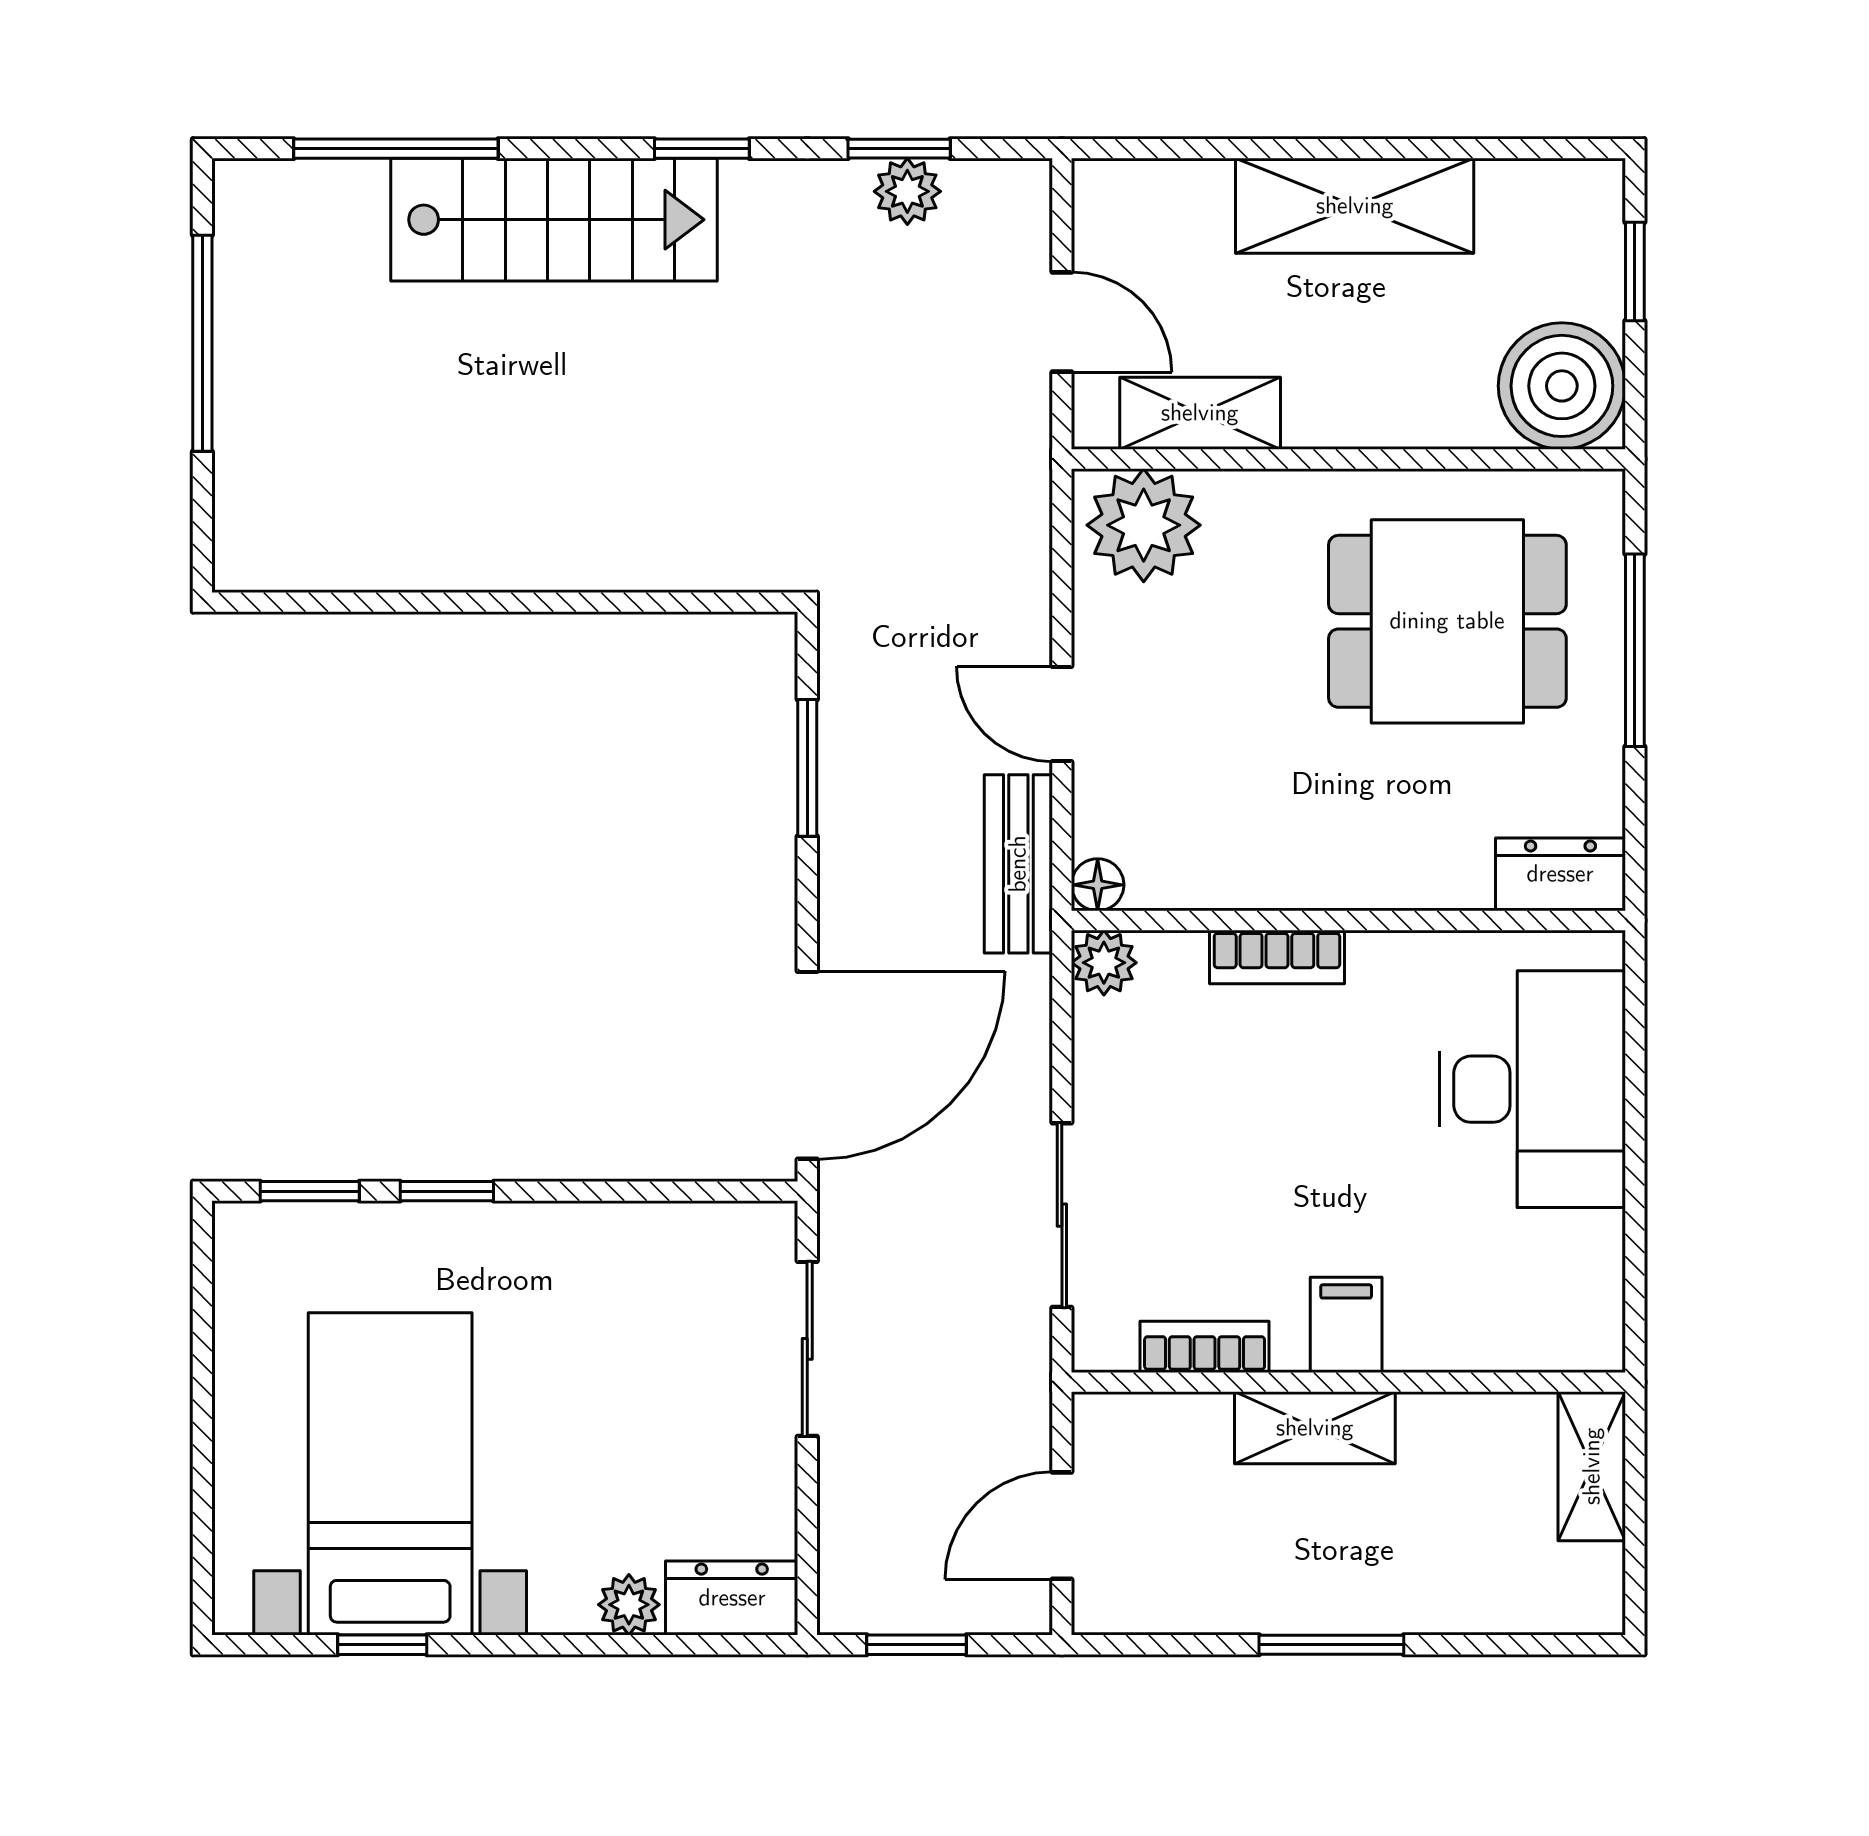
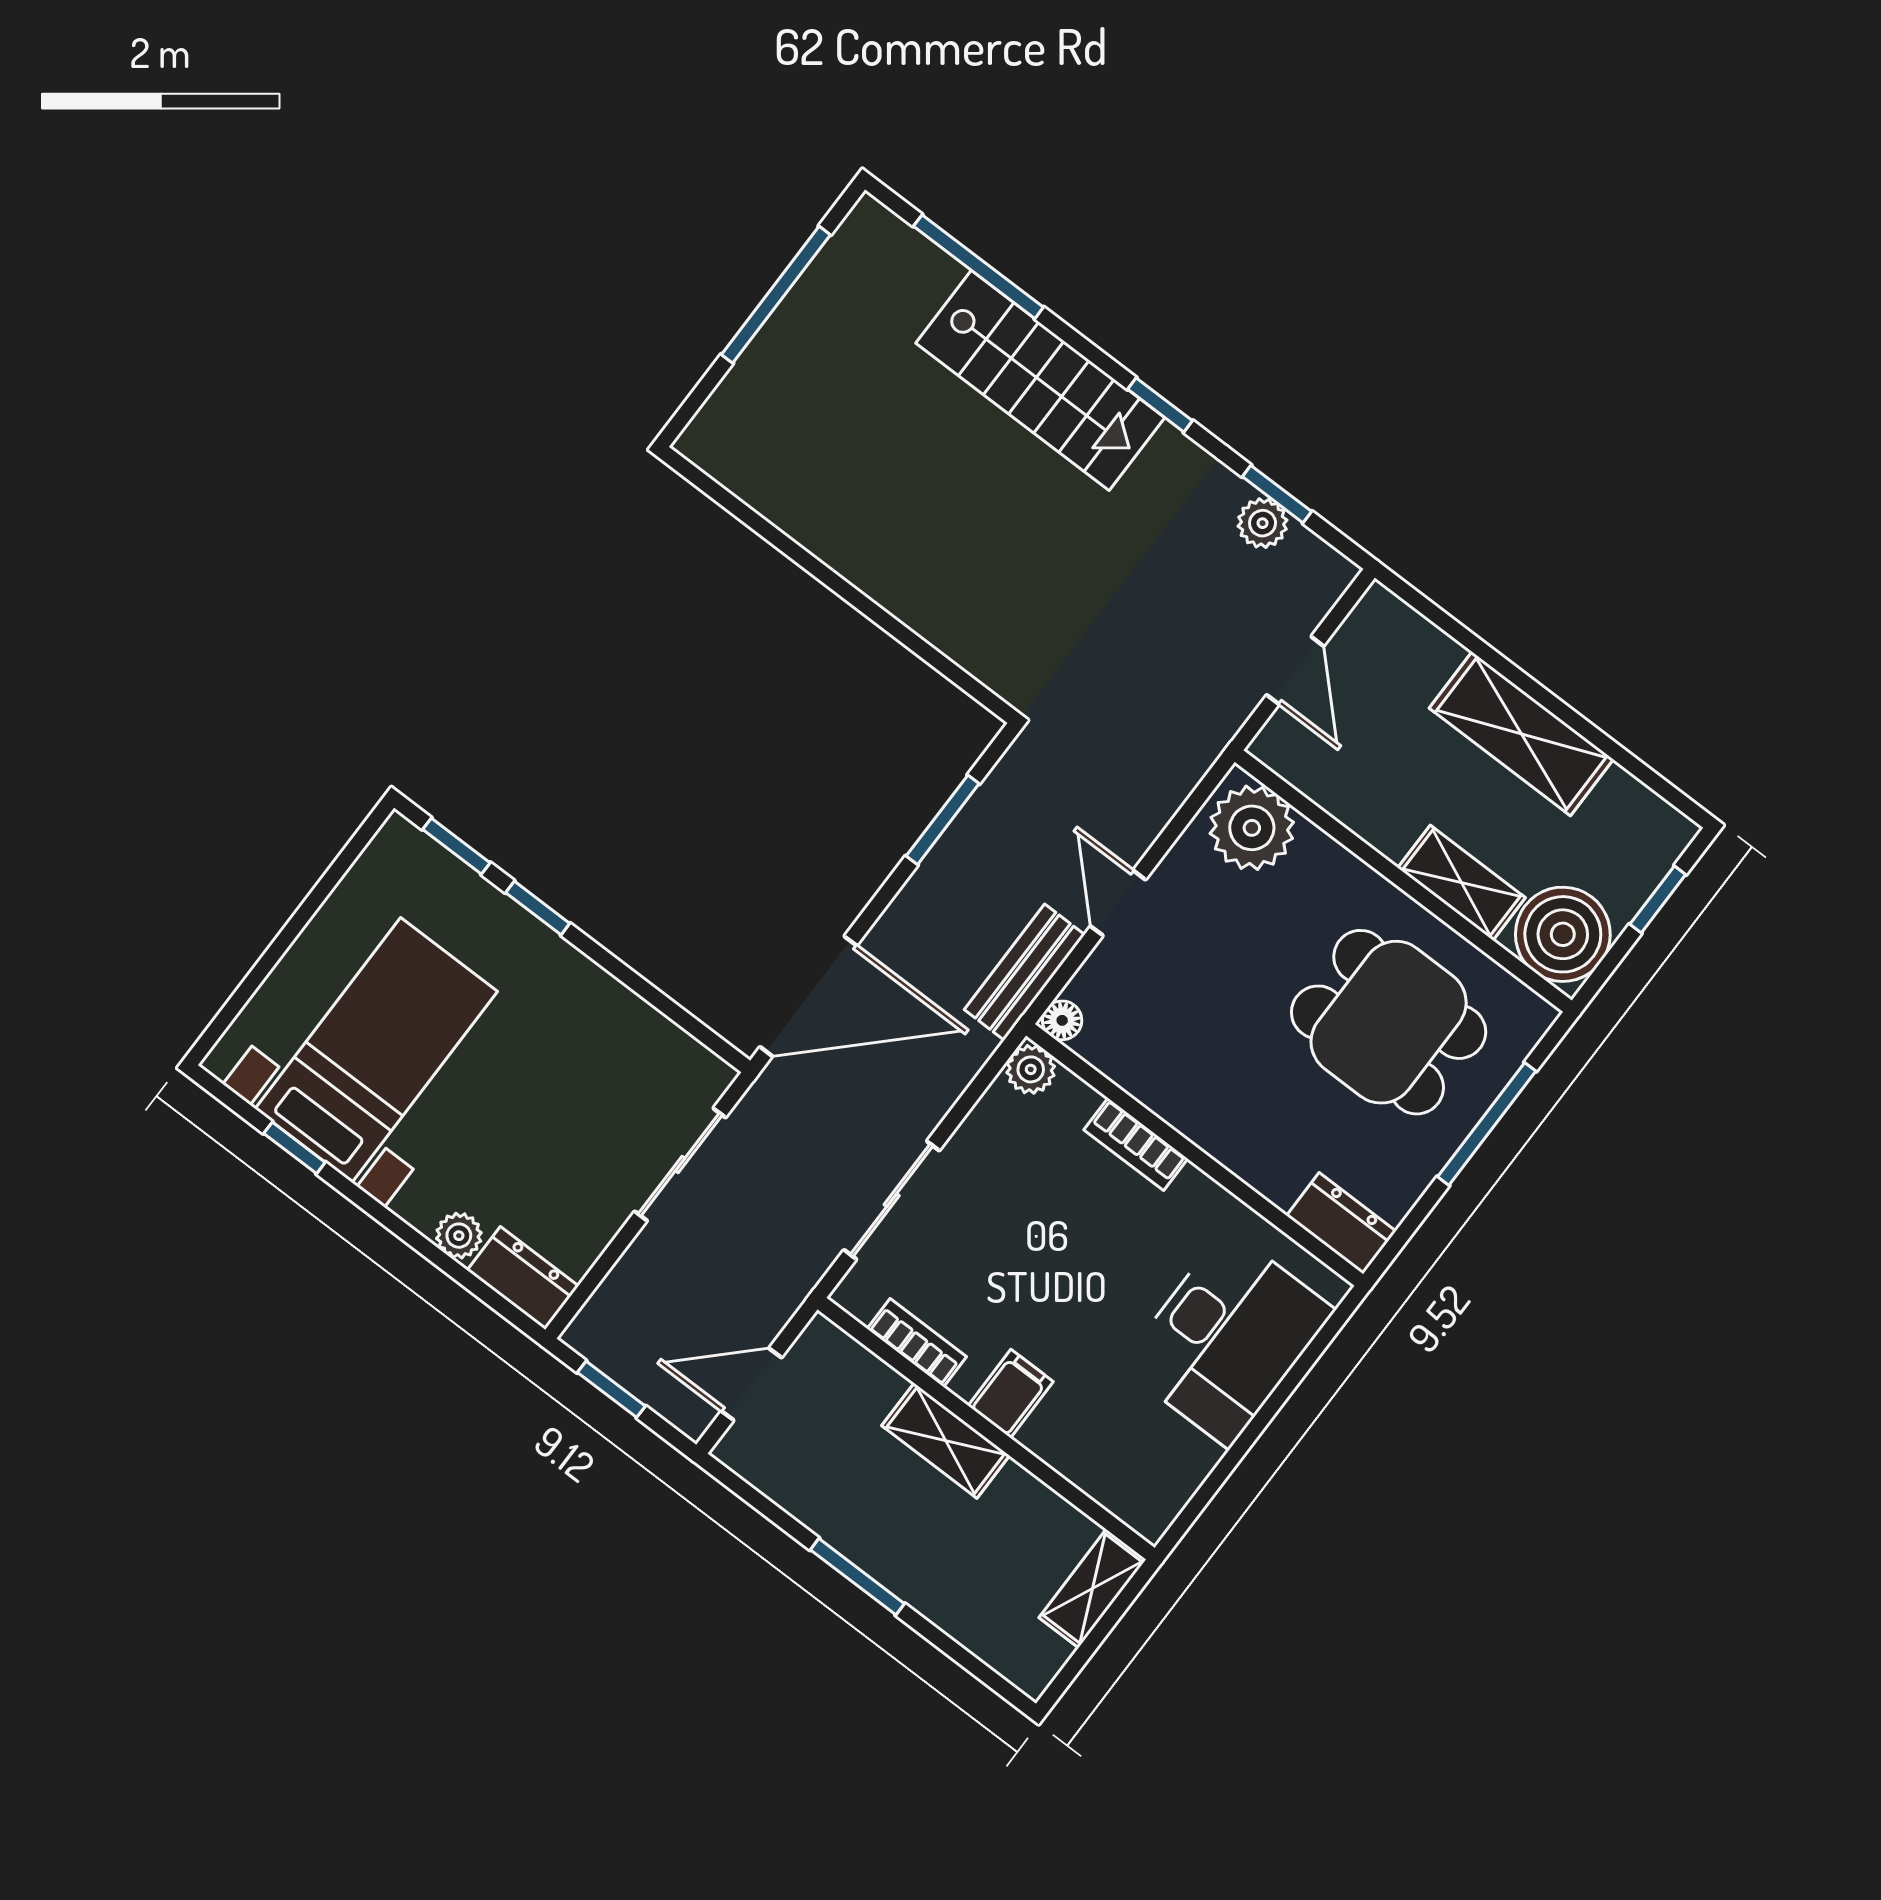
shelving: (1200, 413) -> (1462, 883), moved

